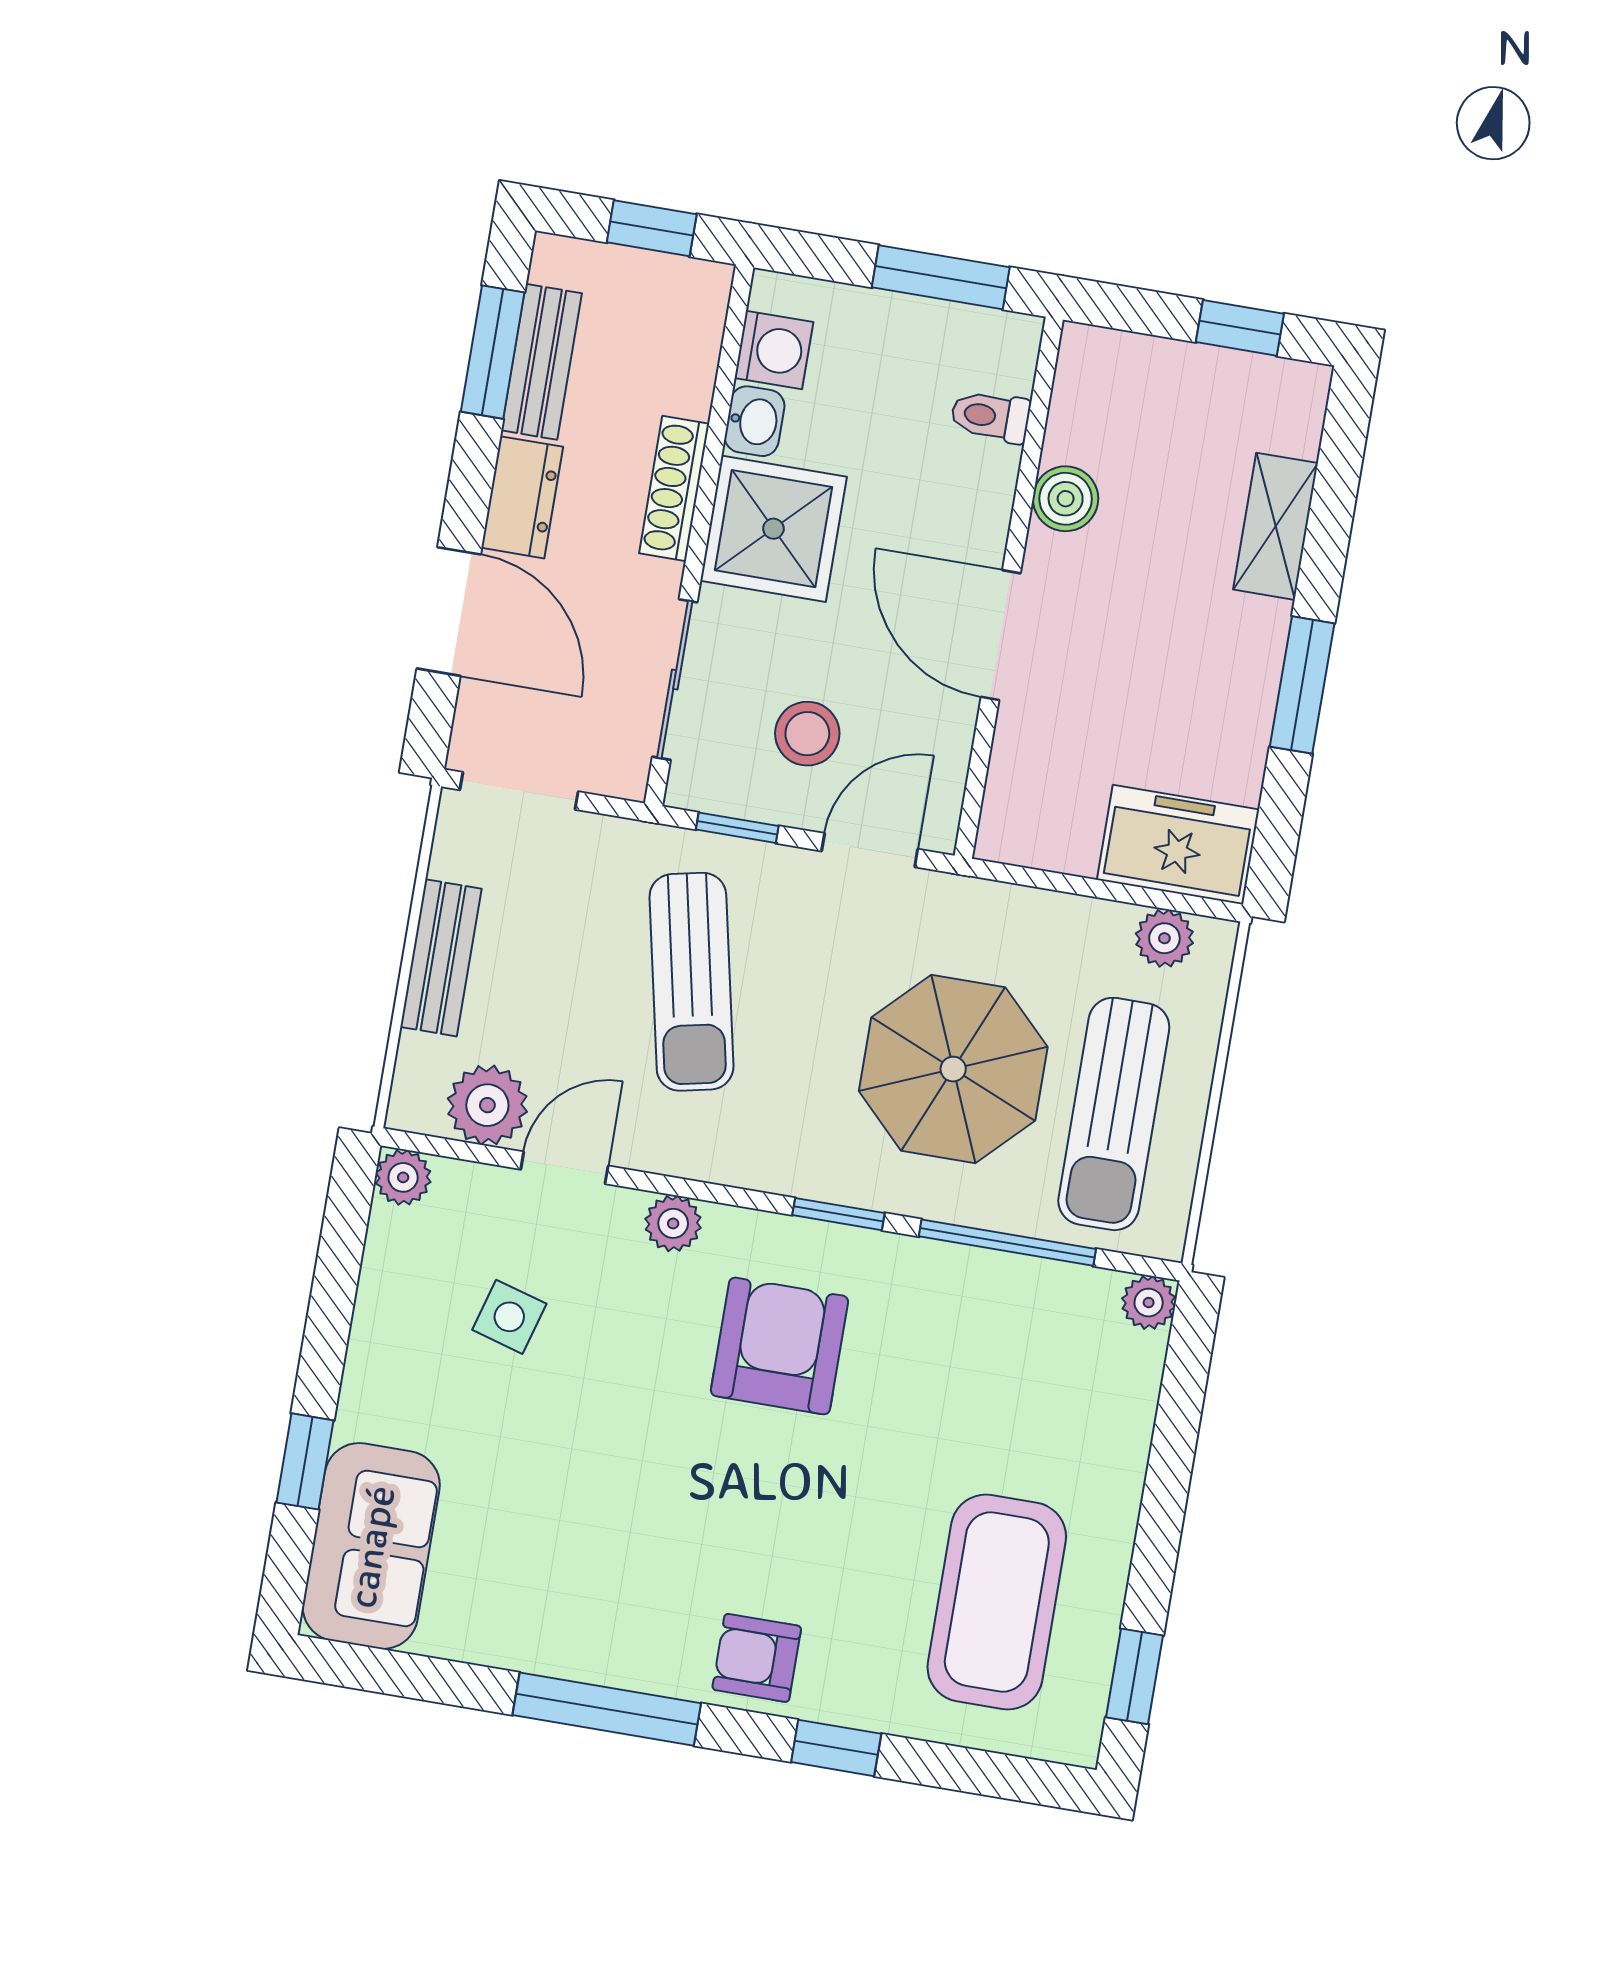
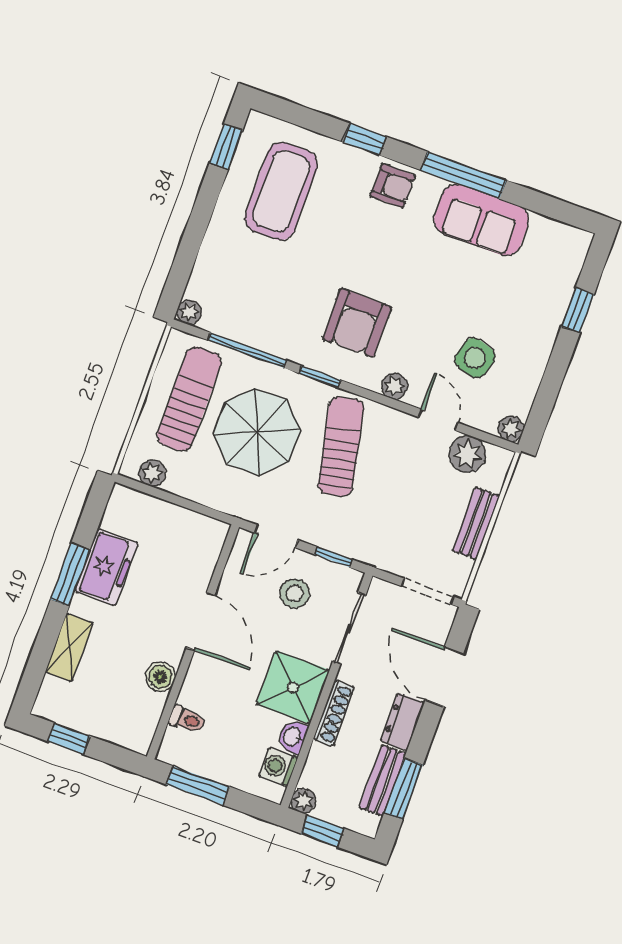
plant: (705, 286) -> (303, 801), added
freezer: (1178, 845) -> (107, 567), moved, turned -90
sun lounger: (691, 982) -> (341, 447), moved
door: (564, 1168) -> (438, 420), swing flipped
side table: (509, 1317) -> (475, 358), width x1.37, depth x1.37
sofa: (371, 1546) -> (481, 220), moved, turned -90

